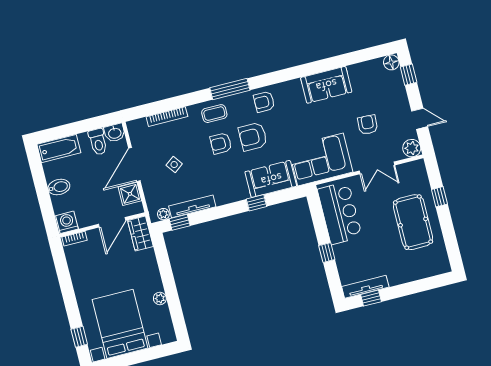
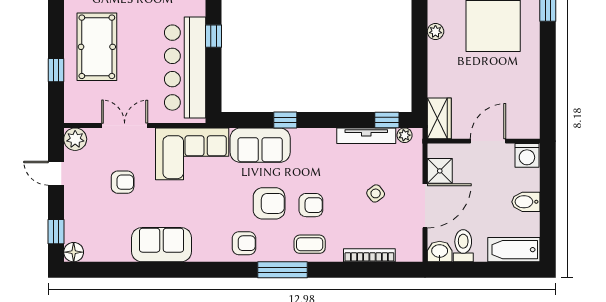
armchair: (368, 125) -> (123, 182), turned -93
bar counter: (340, 213) -> (185, 68), width x1.36
door: (112, 222) -> (488, 141), moved
bookcase: (75, 239) -> (523, 133), removed

